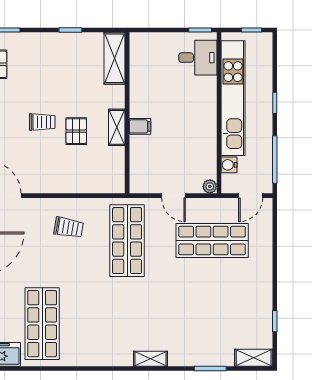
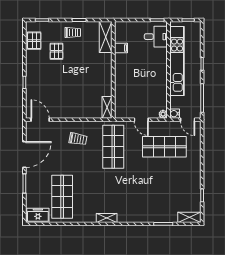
trolley: (42, 122) -> (73, 33), moved
filing cabinet: (140, 126) -> (121, 48), moved
shelving: (117, 127) -> (107, 107), moved
pallet: (76, 131) -> (56, 51), moved
water cooler: (229, 165) -> (175, 114), moved
door: (251, 196) -> (188, 120), hinge flipped
shelving: (151, 359) -> (107, 218), moved

